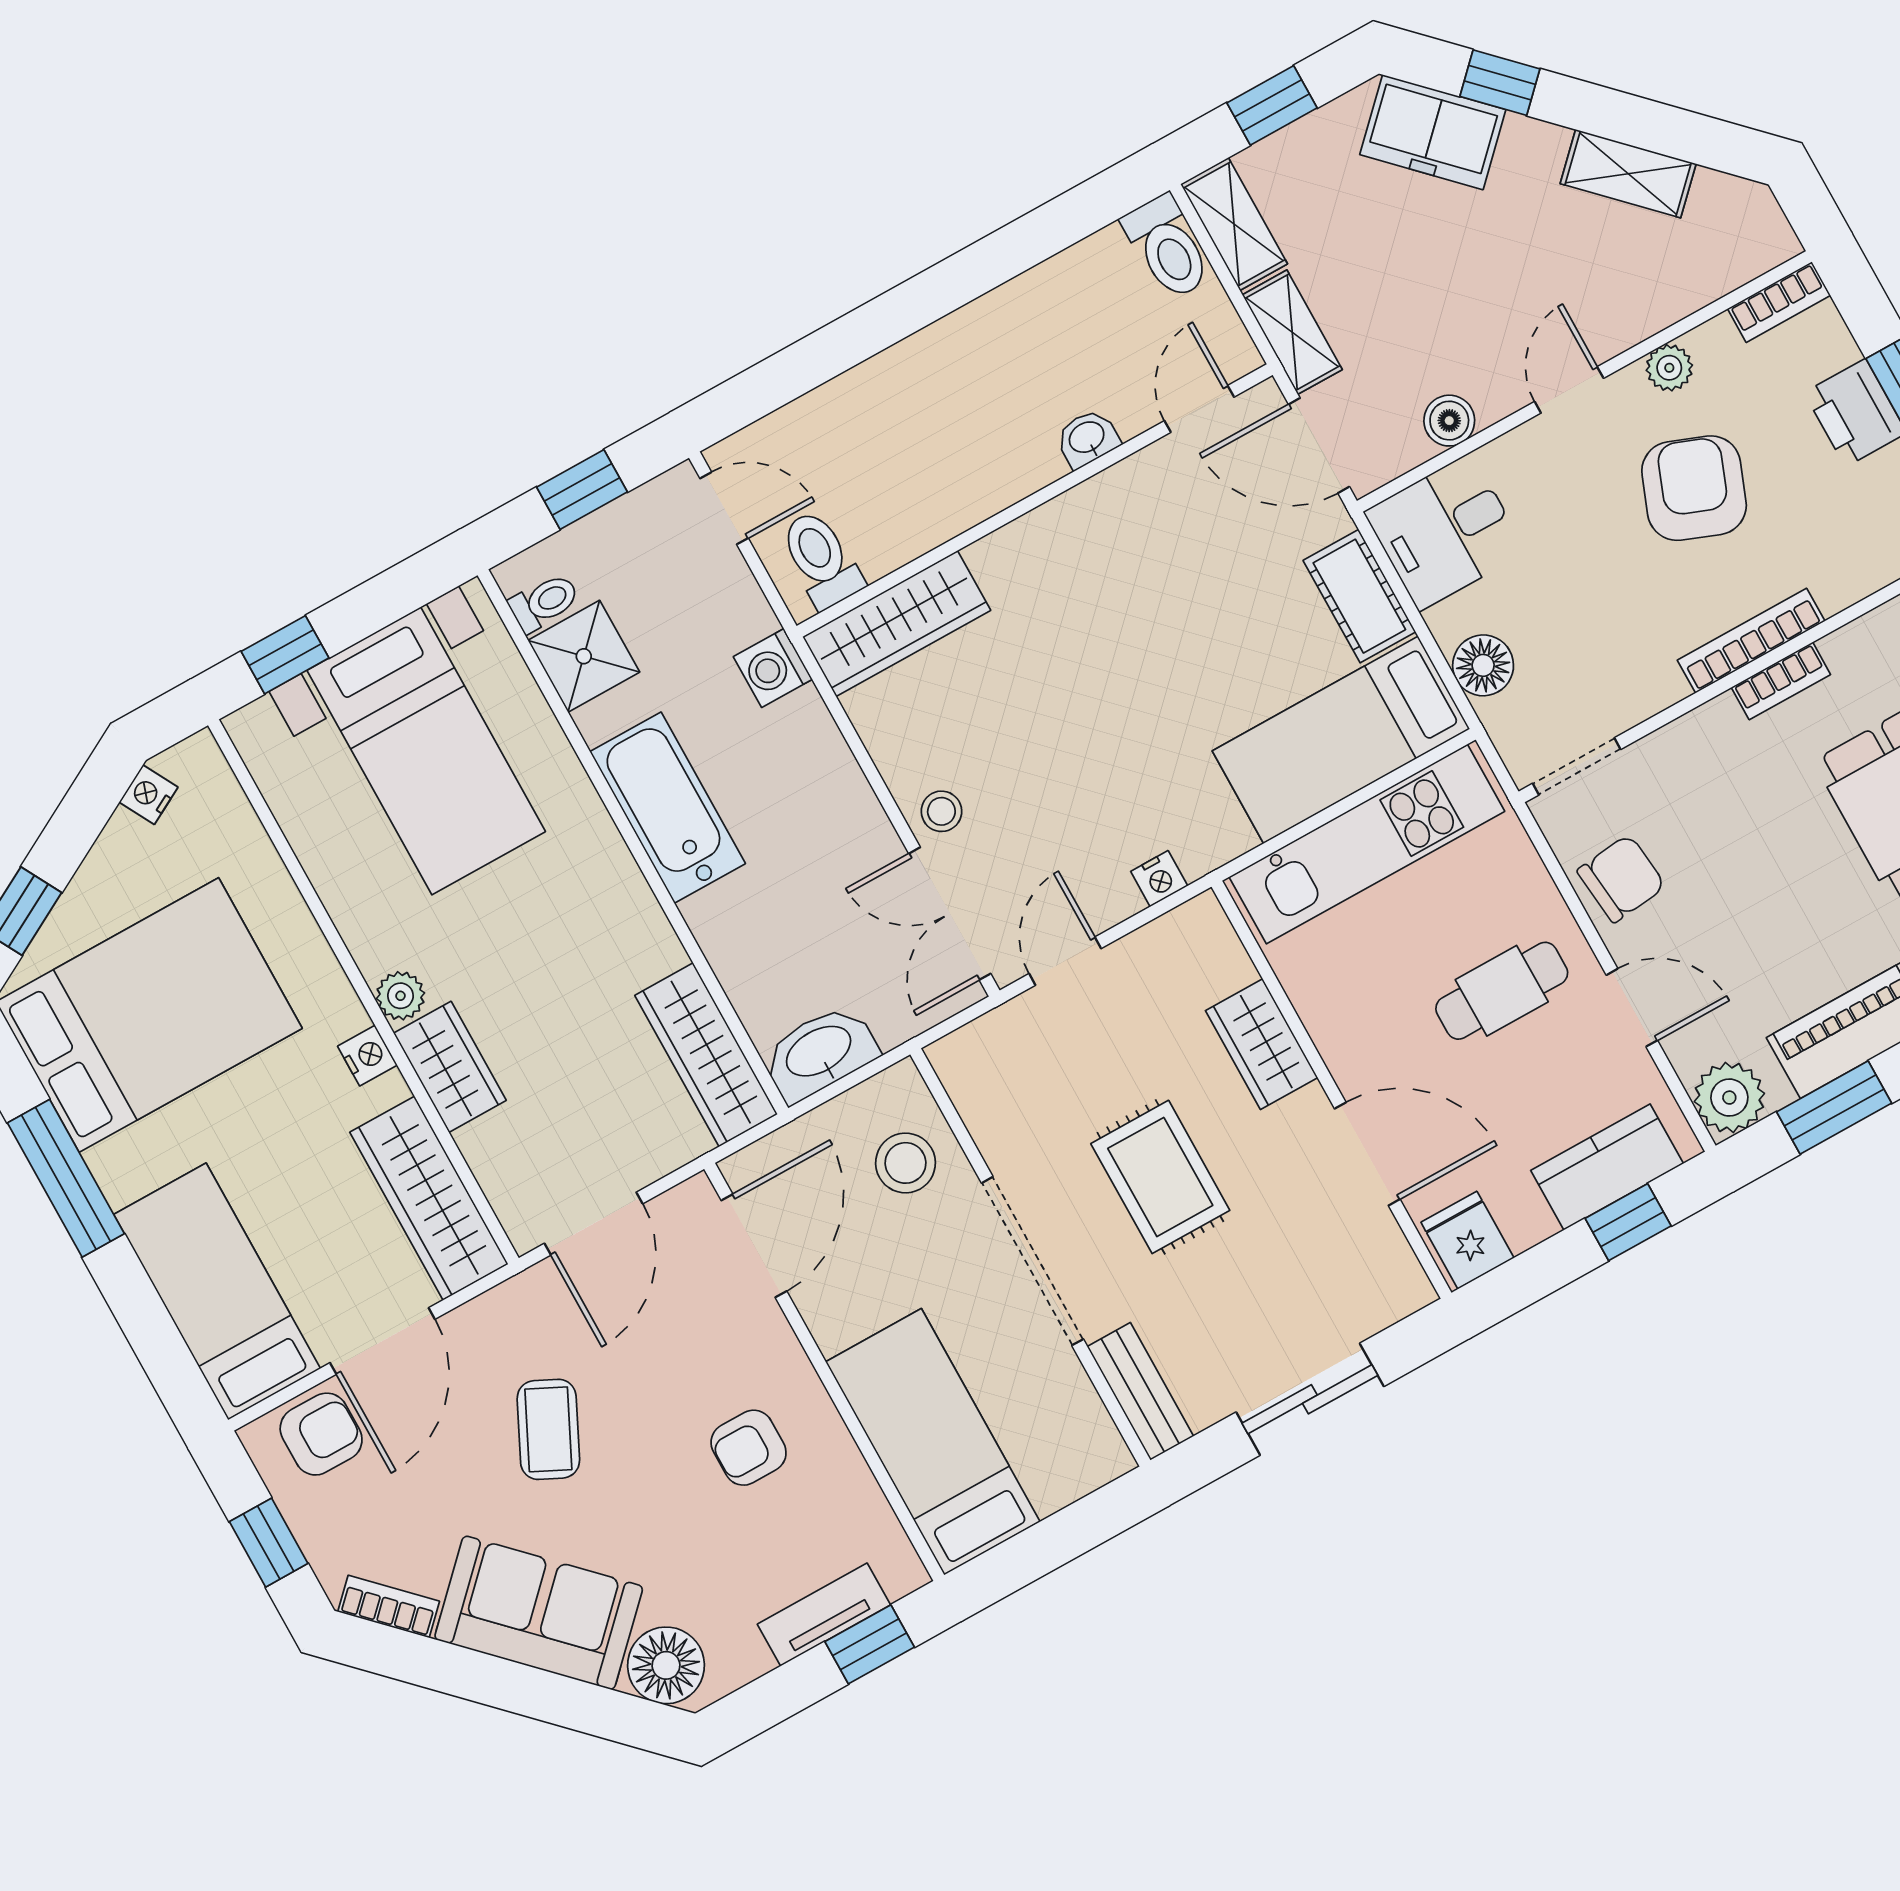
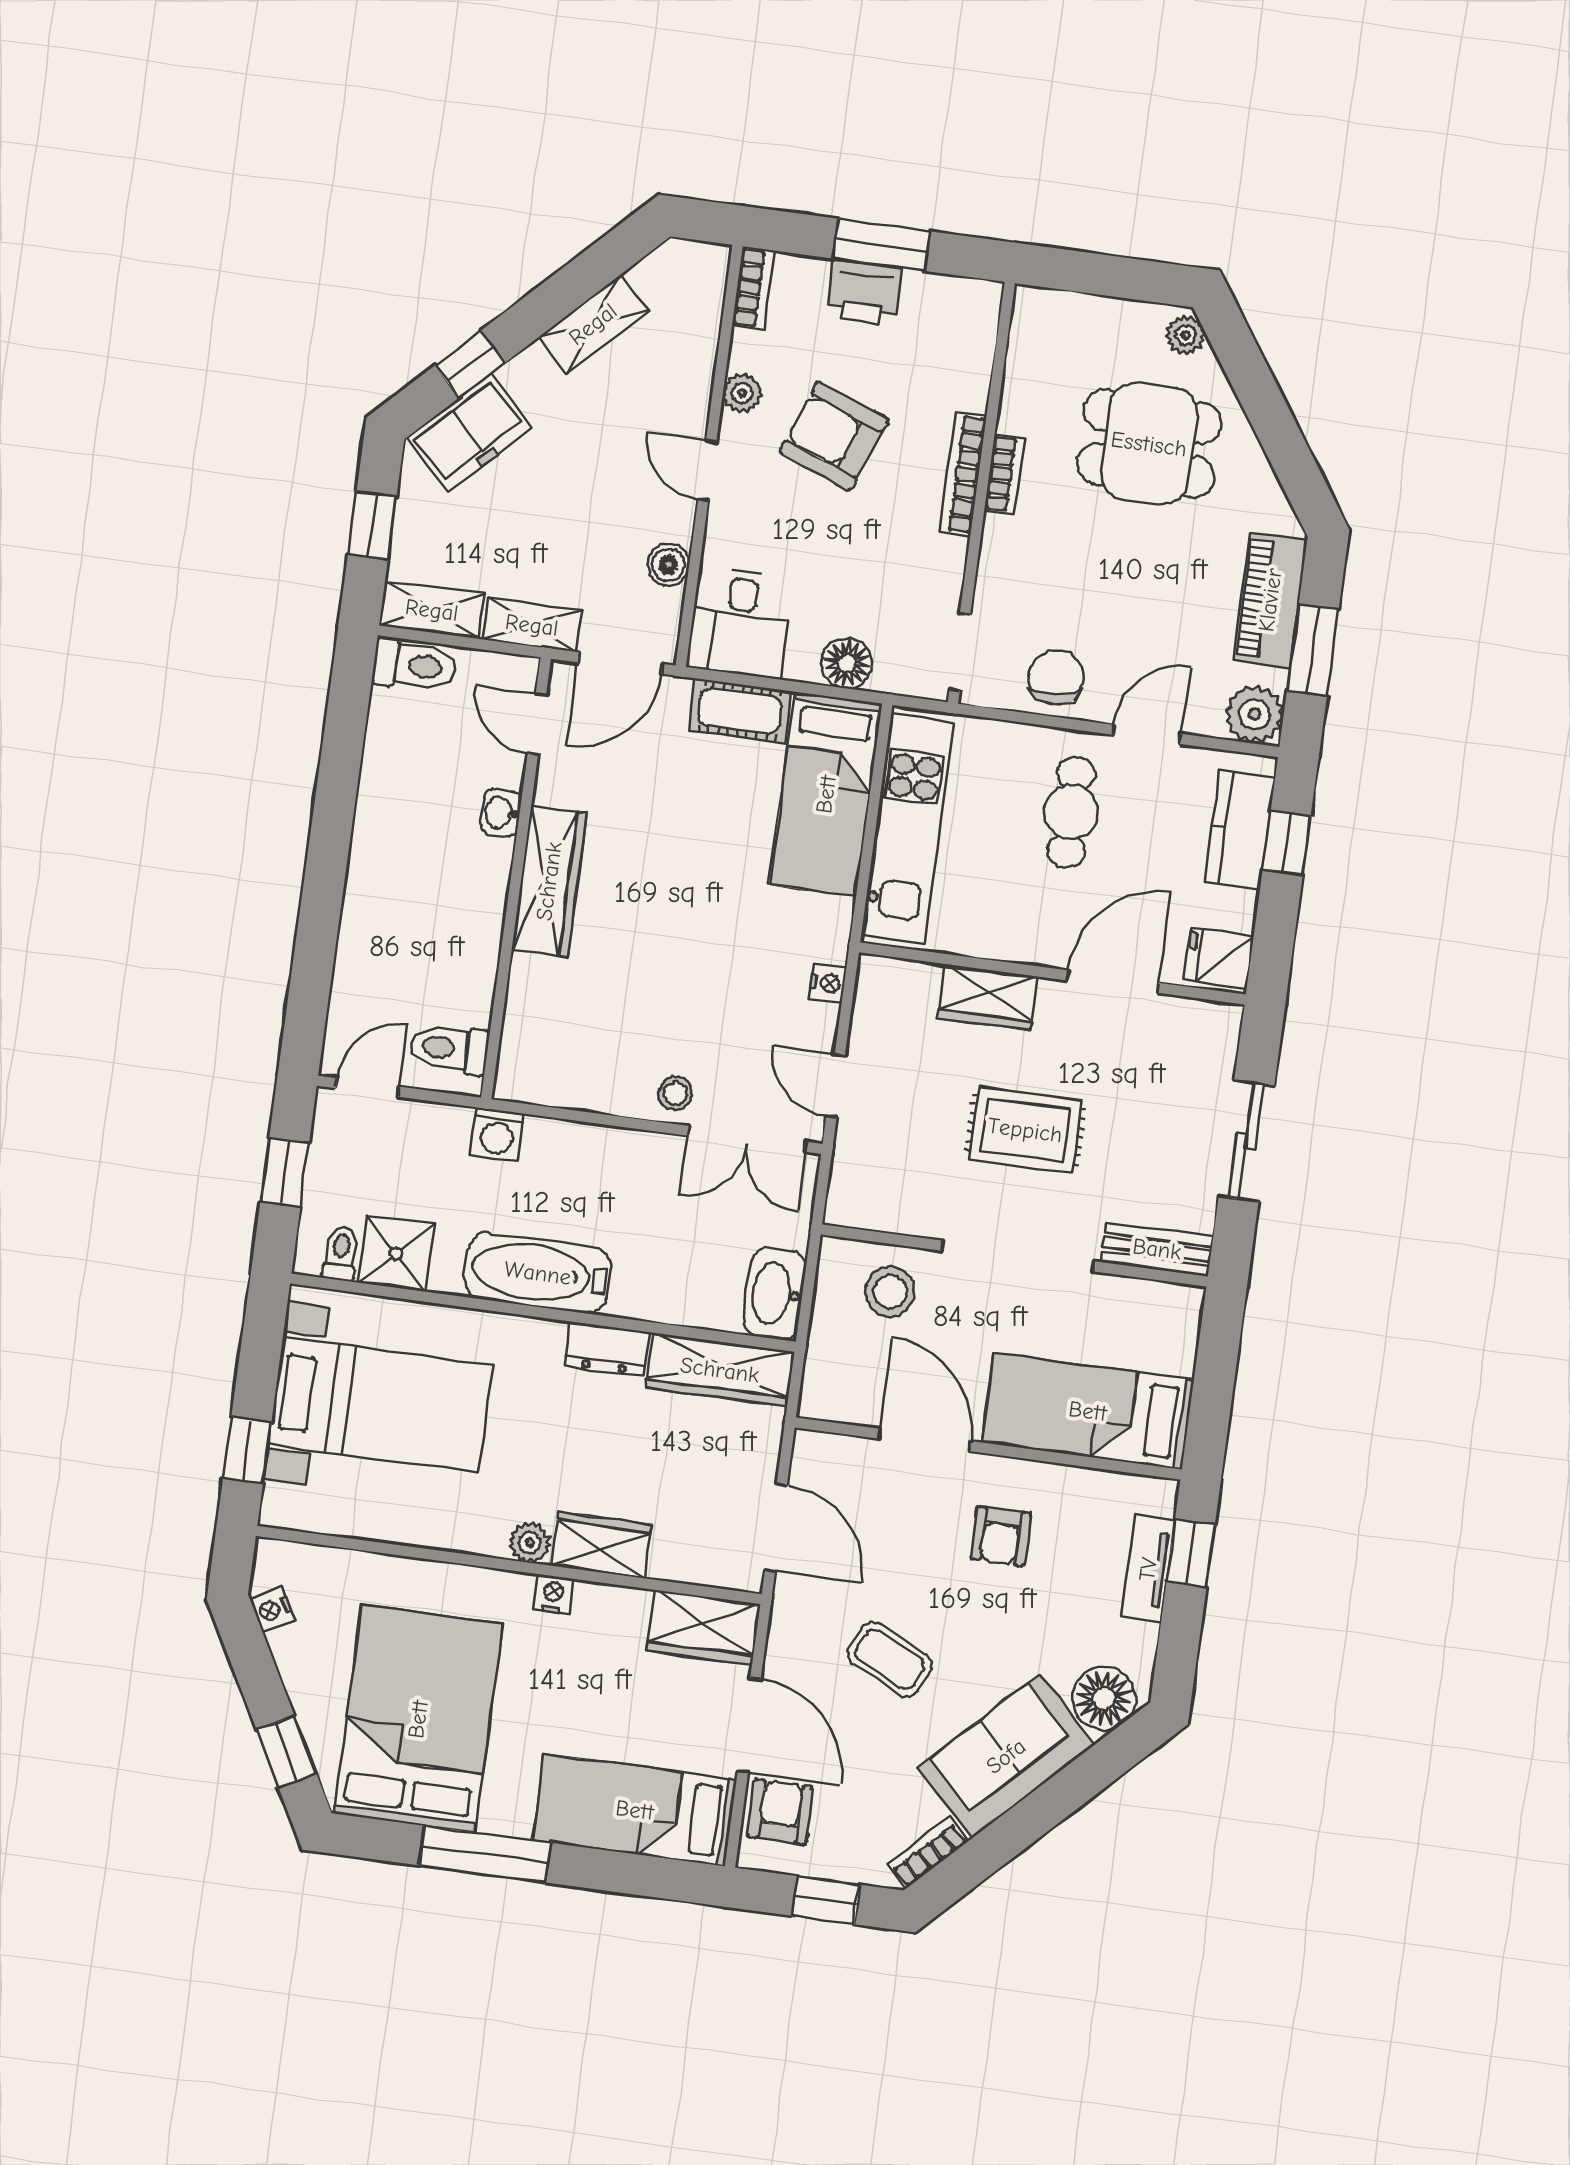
wardrobe: (897, 623) -> (549, 881), moved
dresser: (644, 929) -> (606, 1349), added
wardrobe: (429, 1198) -> (704, 1628), width x0.67
door: (754, 1246) -> (925, 1440), moved

